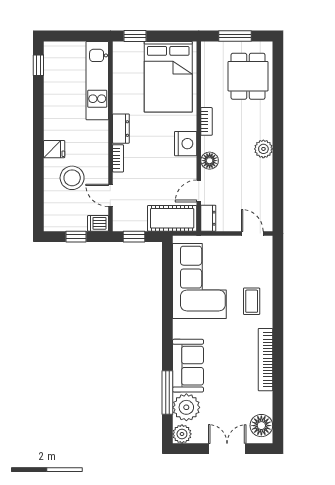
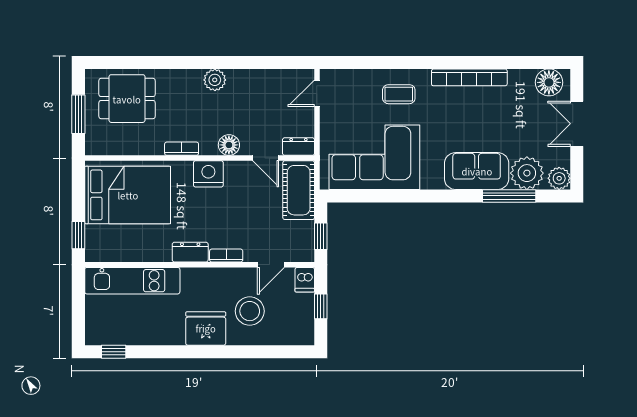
fridge: (54, 149) -> (206, 328), width x1.88, depth x1.34

